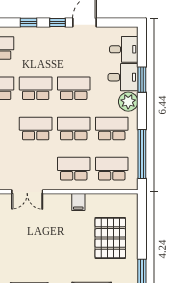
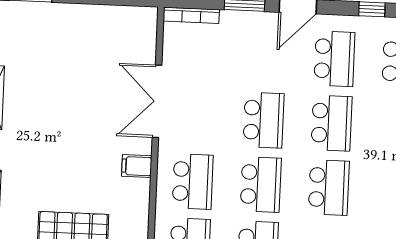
double door: (27, 192) -> (157, 101), width x1.37
filing cabinet: (78, 202) -> (137, 166), moved

